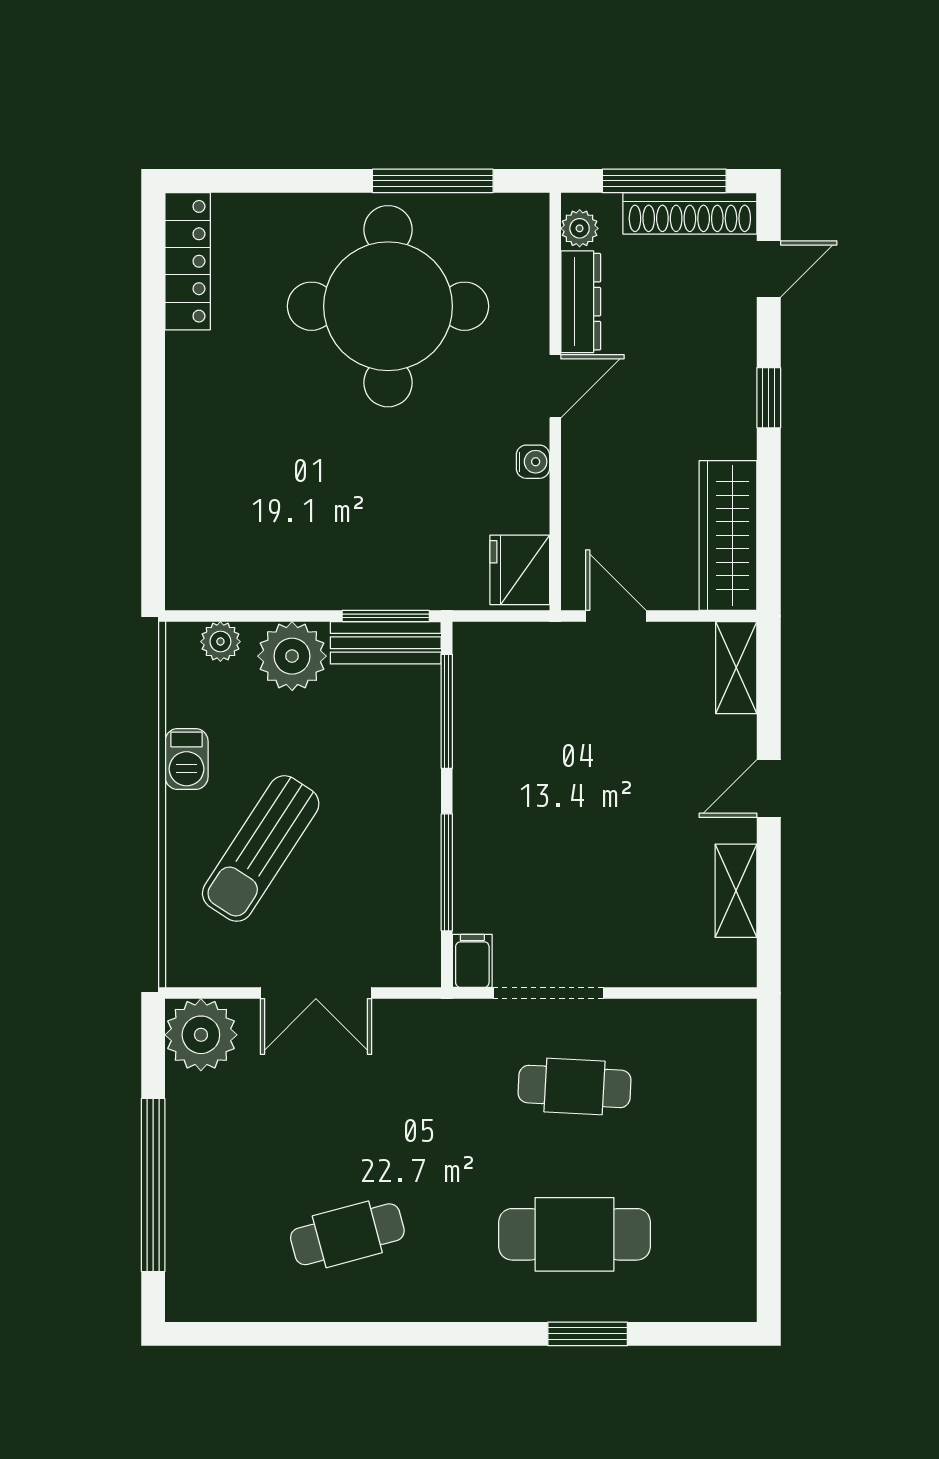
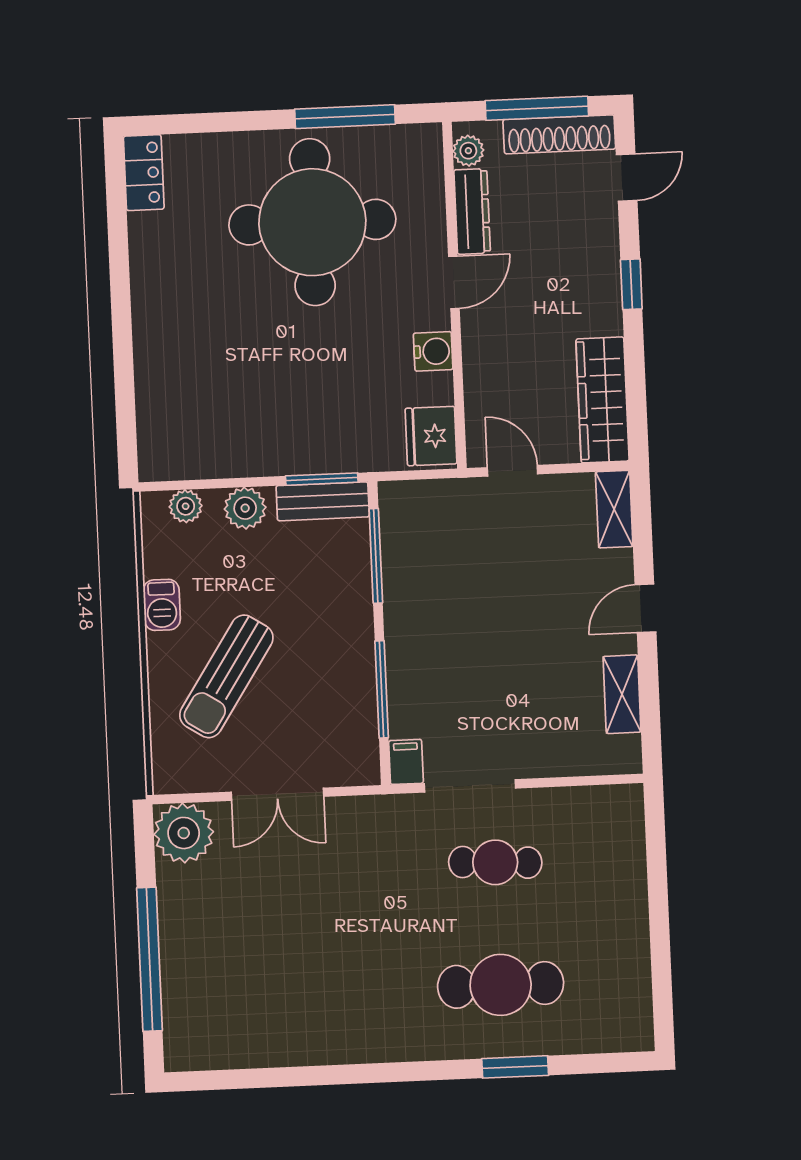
locker: (188, 261) -> (144, 173), width x0.66
water cooler: (533, 462) -> (433, 351), width x1.38, depth x1.38
plant: (292, 656) -> (245, 508), width x0.73, depth x0.73
cafe table: (347, 1234) -> (312, 993), removed

